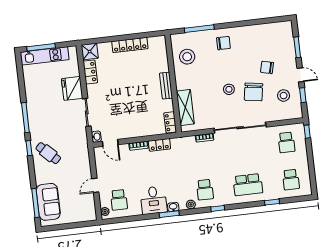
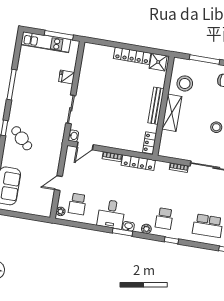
window: (41, 47) -> (59, 35), moved
shower: (90, 52) -> (158, 62), moved
locker: (90, 72) -> (86, 71), removed
bench: (166, 86) -> (156, 106), width x1.36
fridge: (72, 88) -> (67, 77), width x0.53, depth x0.75
shelving: (185, 108) -> (172, 113), moved
window: (25, 118) -> (12, 85), moved
door: (110, 143) -> (85, 146), hinge flipped
locker: (159, 145) -> (138, 163), width x1.53

